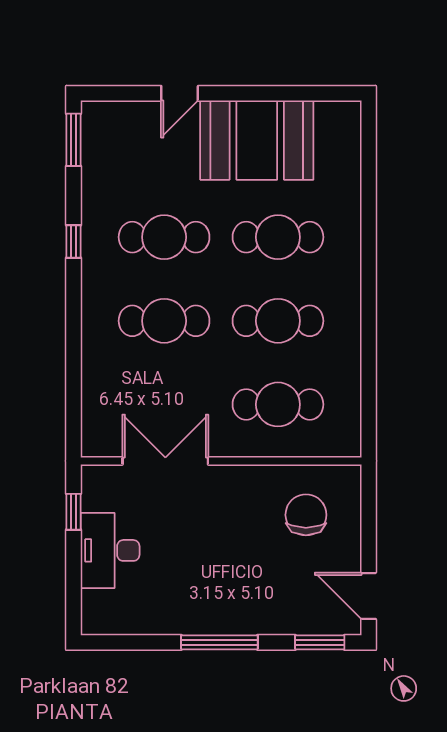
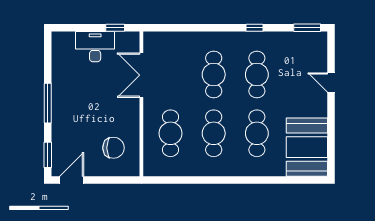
booth: (257, 140) -> (307, 147), moved
double door: (165, 461) -> (141, 75), swing flipped

